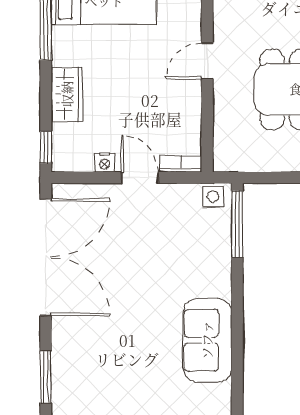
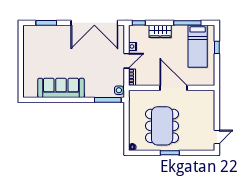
door: (207, 61) -> (173, 88), width x1.88
sofa: (207, 340) -> (61, 88), width x1.36

